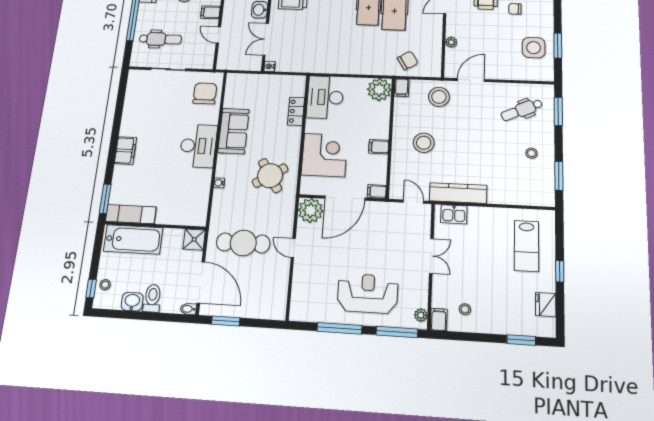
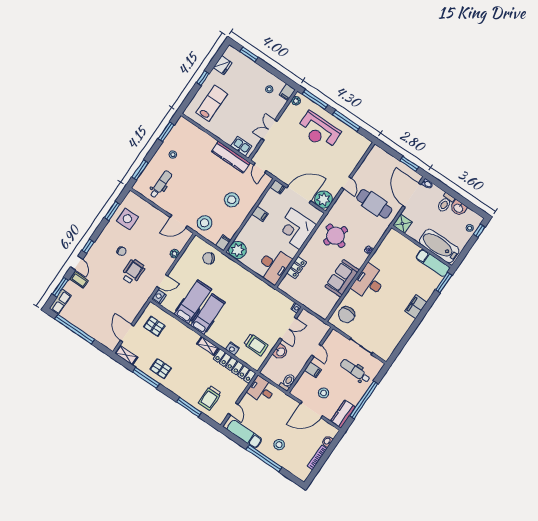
dental chair: (522, 110) -> (161, 184), turned -66
round table: (270, 176) -> (336, 236), turned -37

